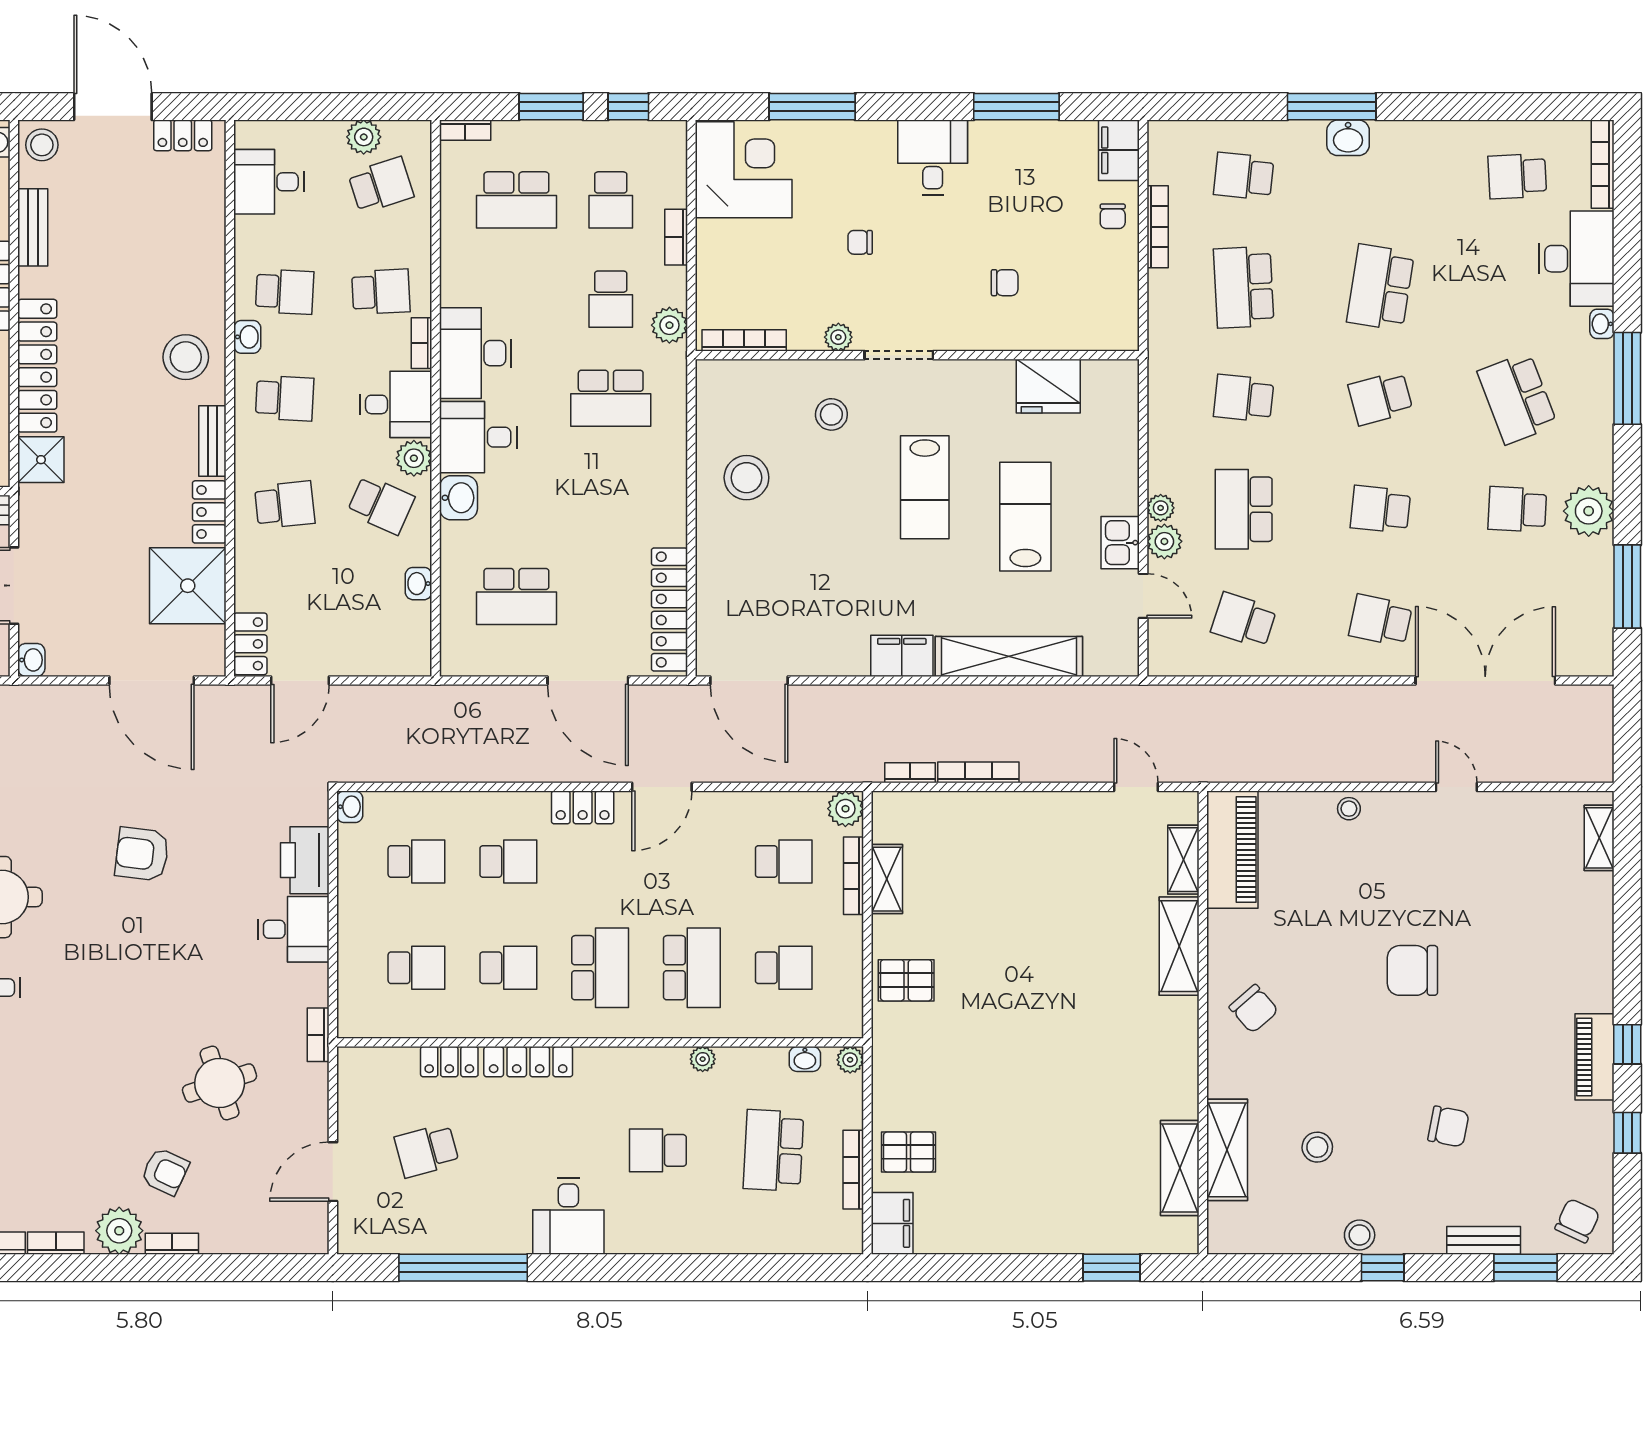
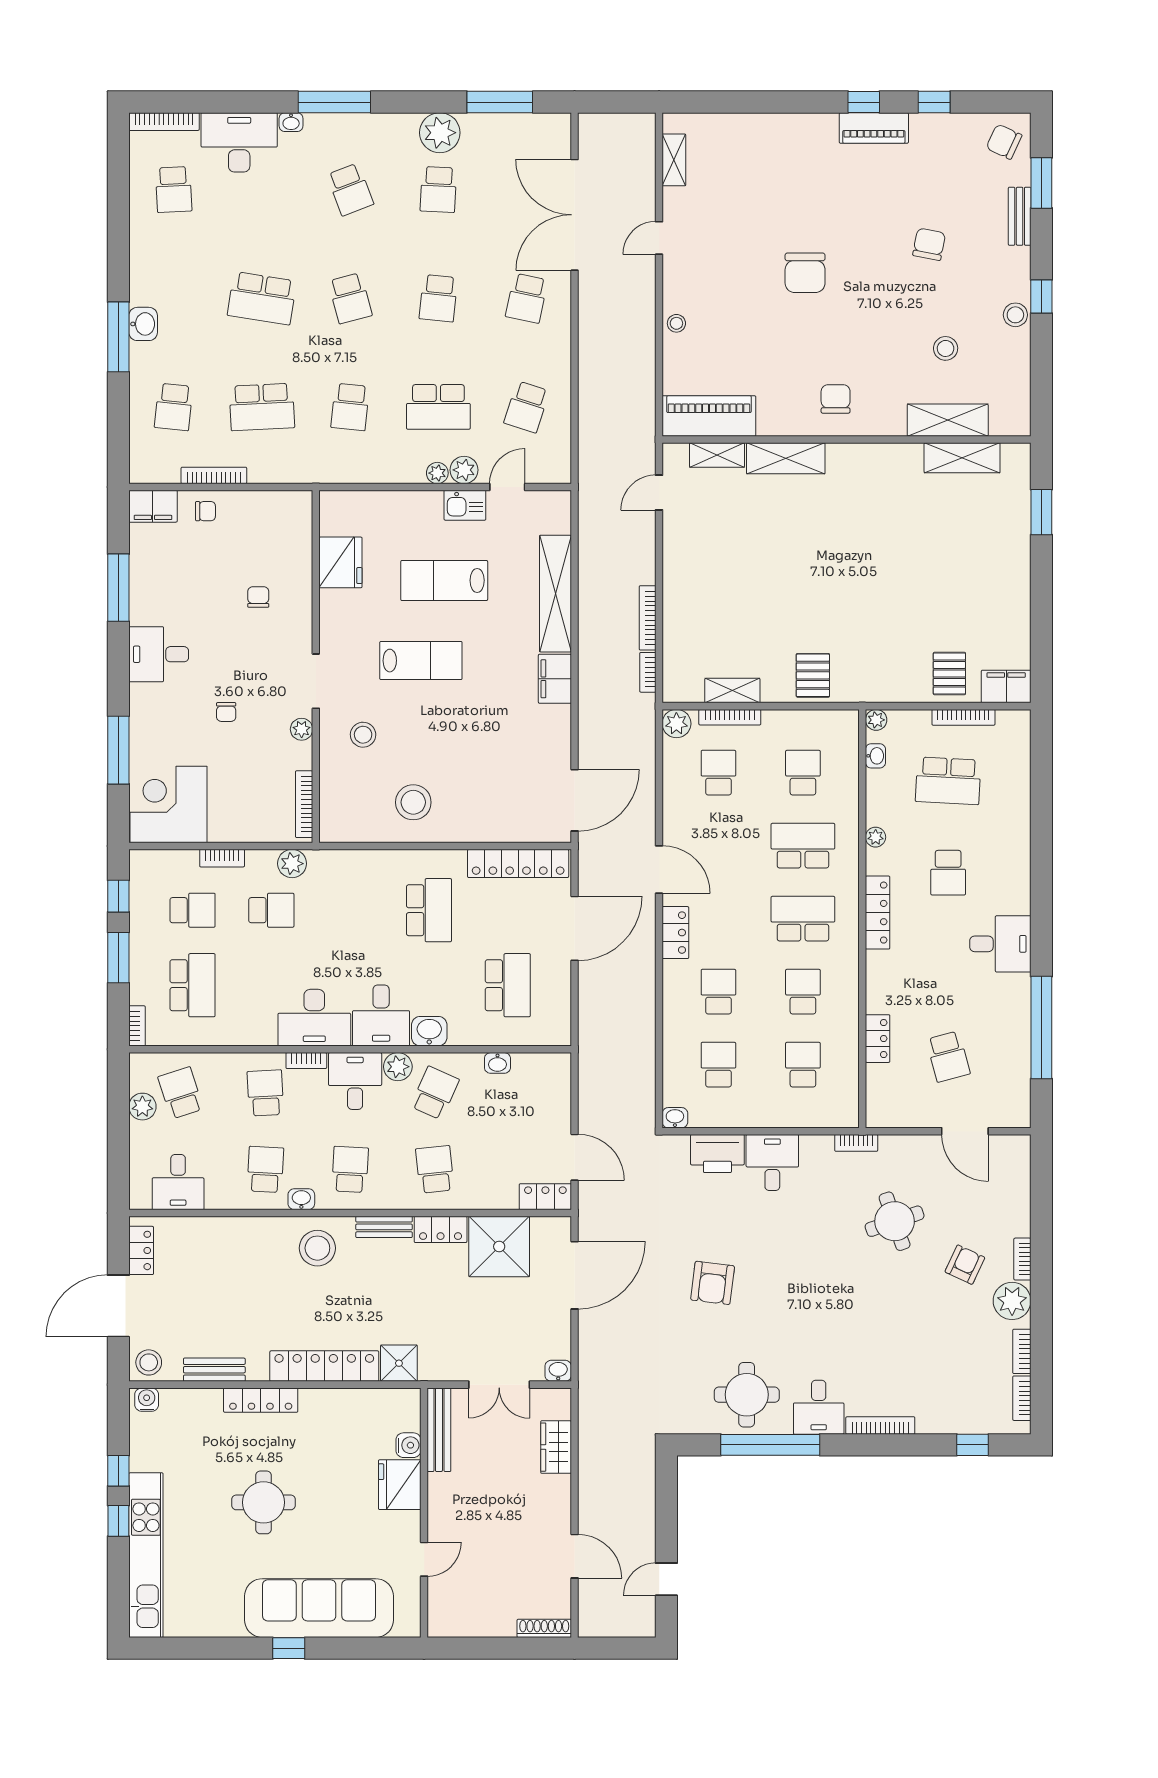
school desk: (611, 398) -> (429, 910), moved
school desk: (1517, 398) -> (350, 189), width x0.54
shelving: (1599, 838) -> (674, 160), moved, turned 90
chair: (1254, 1009) -> (836, 399), turned -49
locker: (528, 1062) -> (878, 913), moved

